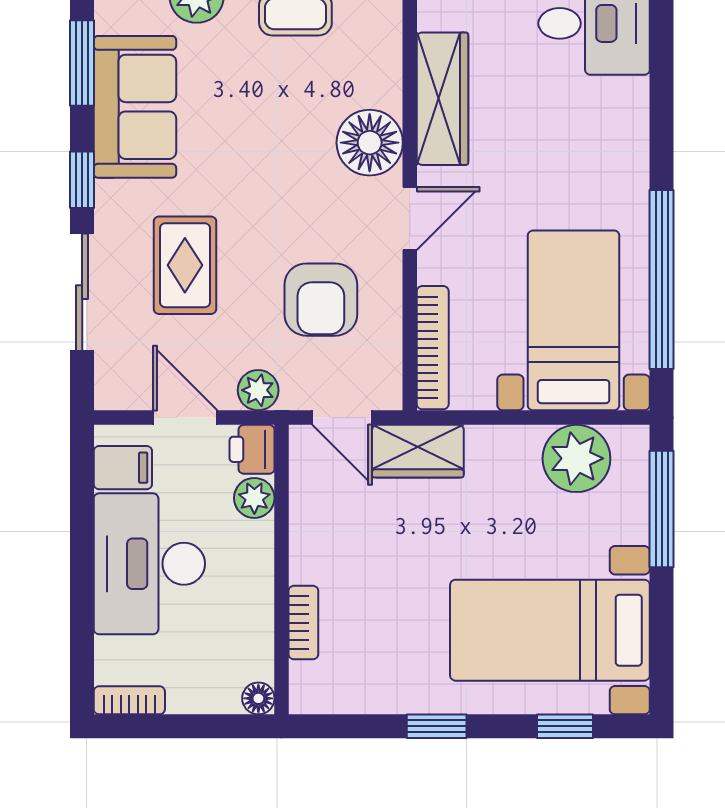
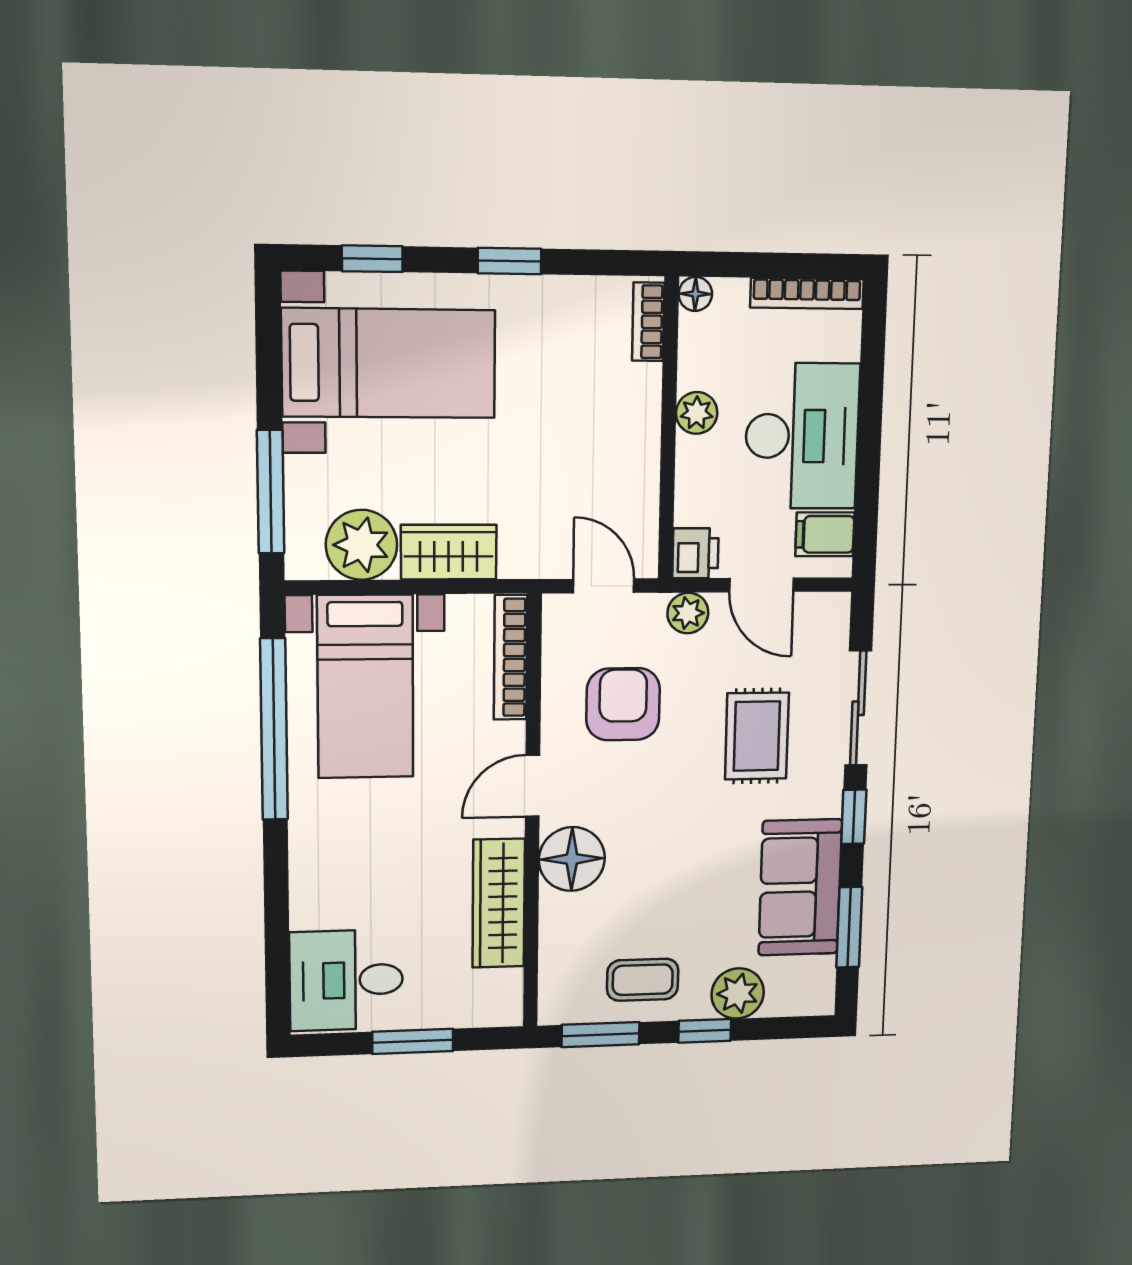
wardrobe: (418, 451) -> (449, 552), moved
plant: (254, 498) -> (697, 413), moved
bookcase: (303, 623) -> (648, 322), moved
bookcase: (129, 700) -> (807, 293), width x1.56

